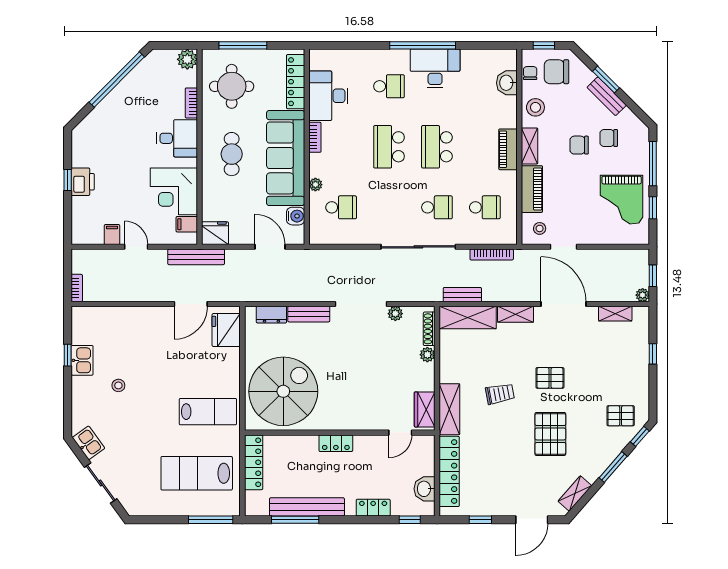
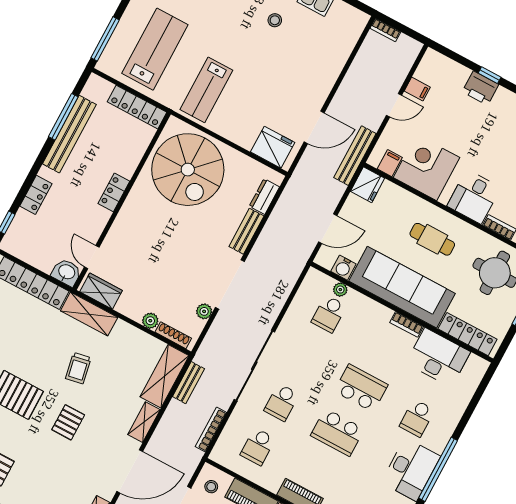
school desk: (437, 147) -> (337, 432), turned 180
plant: (315, 185) -> (340, 290), moved
door: (191, 304) -> (314, 127), swing flipped
washbasin: (425, 489) -> (66, 272), moved

